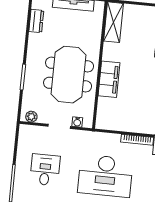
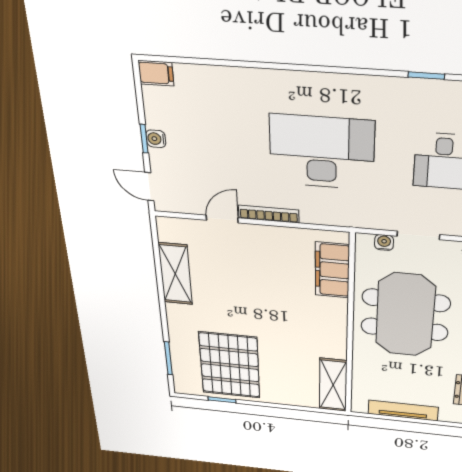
filing cabinet: (109, 79) -> (332, 270), moved

